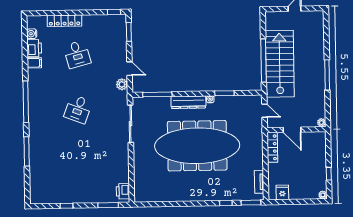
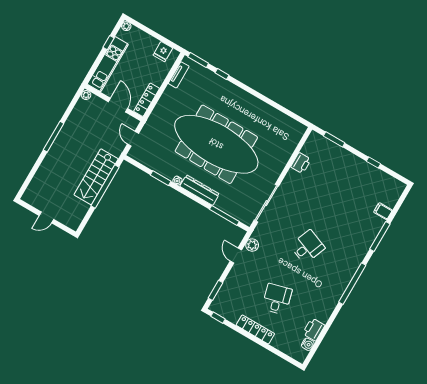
locker: (65, 21) -> (255, 329), moved
filing cabinet: (34, 63) -> (383, 211), moved
stairs: (280, 64) -> (96, 177), width x0.73, depth x0.66
kitchen unit: (319, 157) -> (108, 64), added
printer: (123, 191) -> (301, 163), moved

